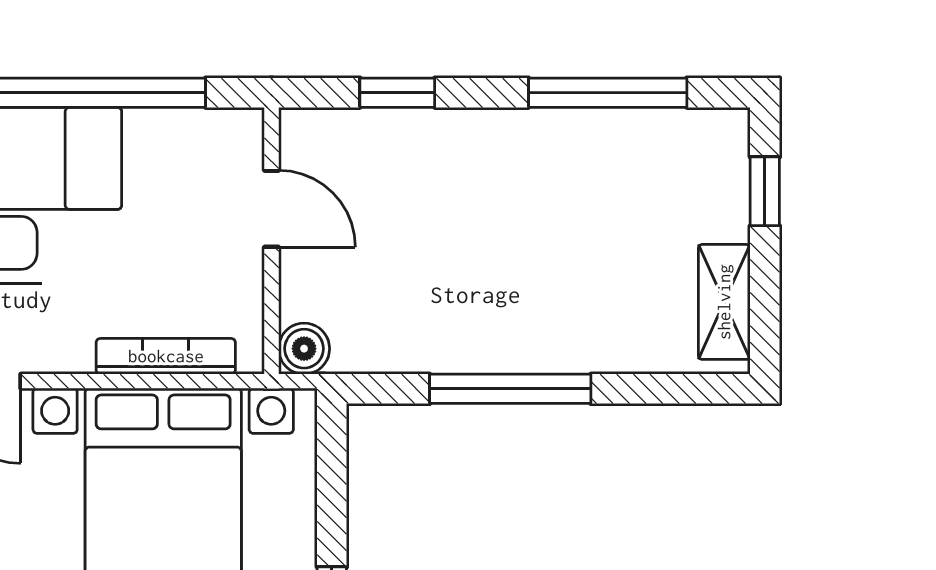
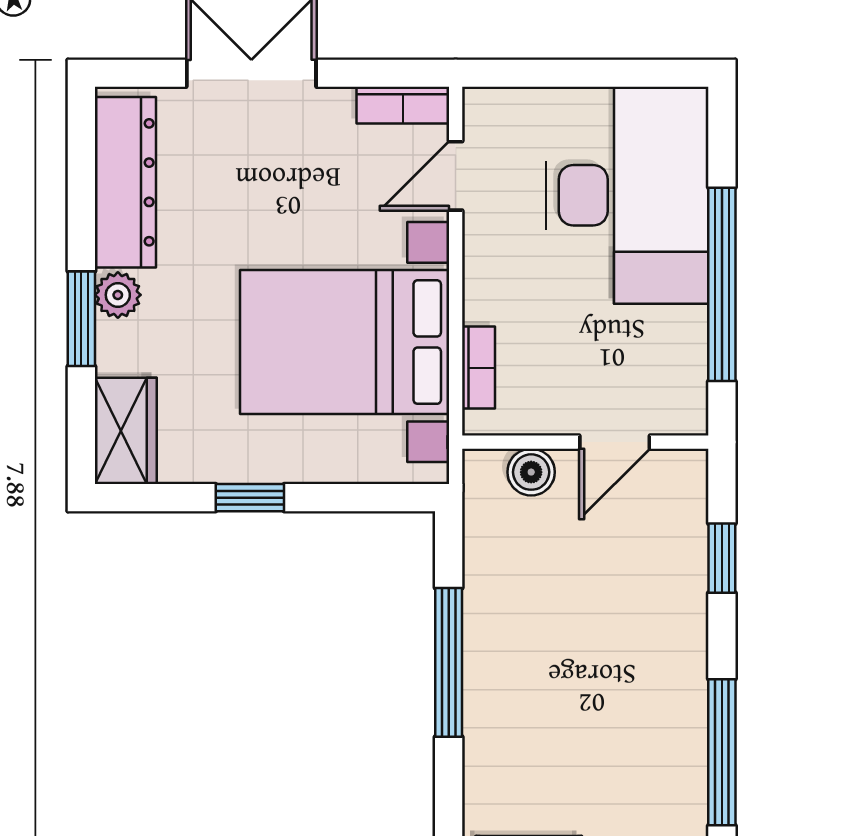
boiler: (304, 349) -> (531, 472), moved
bookcase: (166, 356) -> (479, 368), width x0.64

